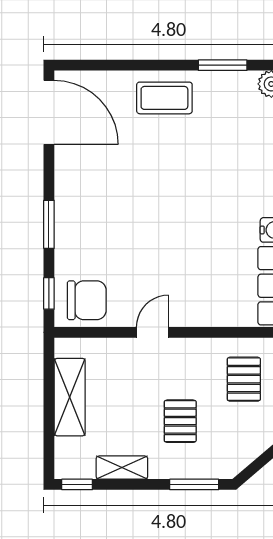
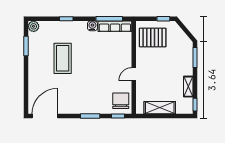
coffee table: (164, 98) -> (63, 58), moved, width x1.36, depth x1.32
door: (153, 332) -> (134, 74), hinge flipped
pallet: (244, 379) -> (153, 37), width x1.50, depth x1.42
pallet: (180, 421) -> (170, 63), removed

